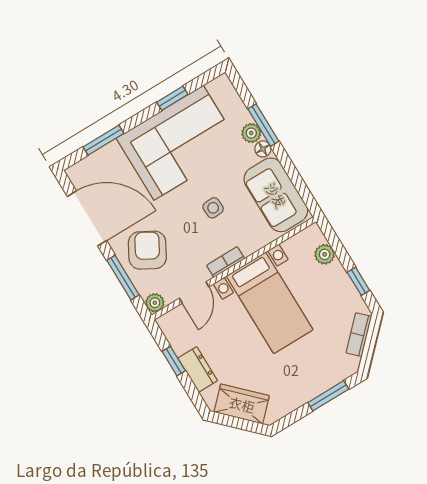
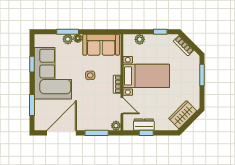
armchair: (147, 250) -> (91, 115), removed
dresser: (198, 369) -> (144, 125), moved

